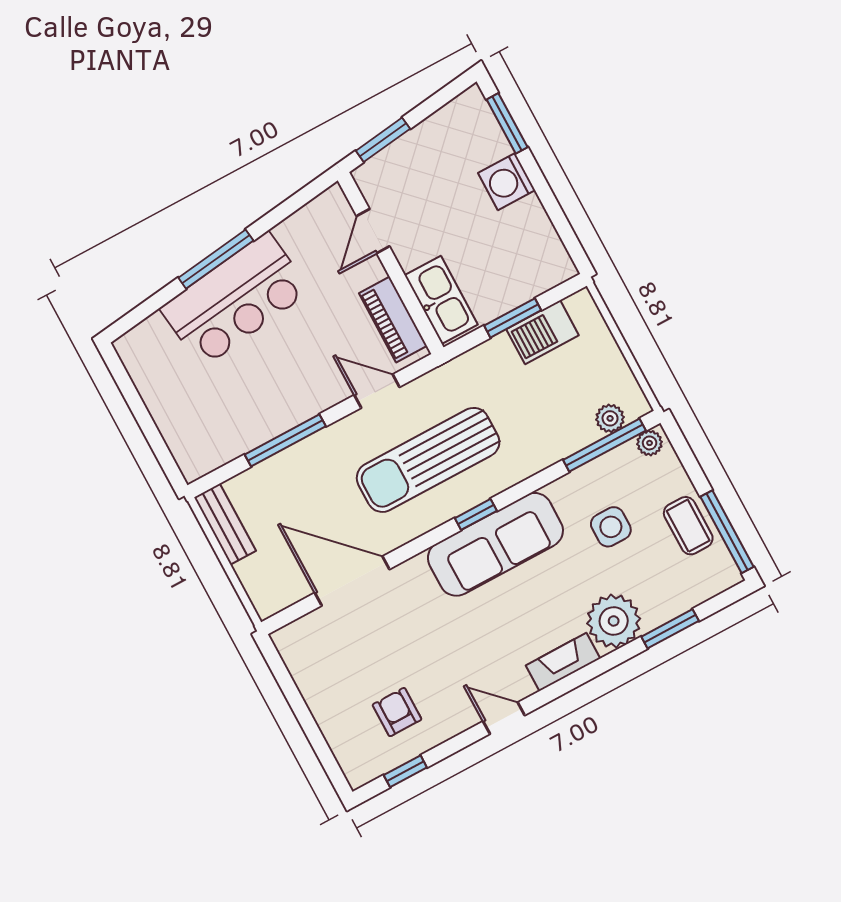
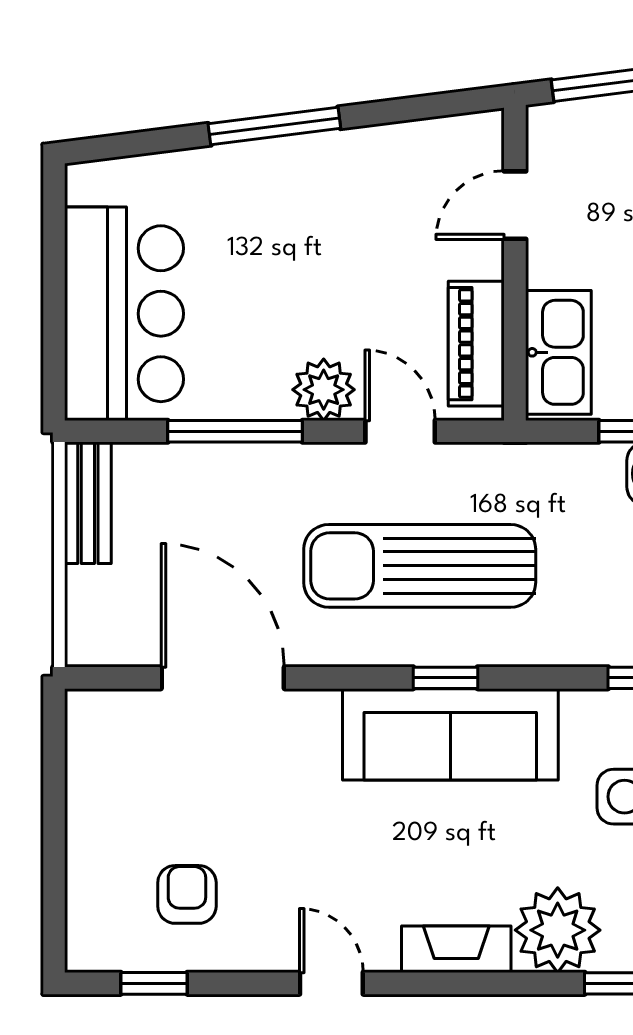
bar counter: (235, 300) -> (124, 314), moved, turned -83
plant: (322, 391) -> (324, 390), added

